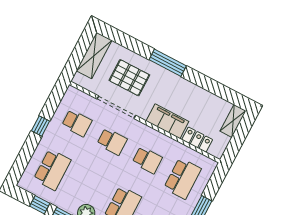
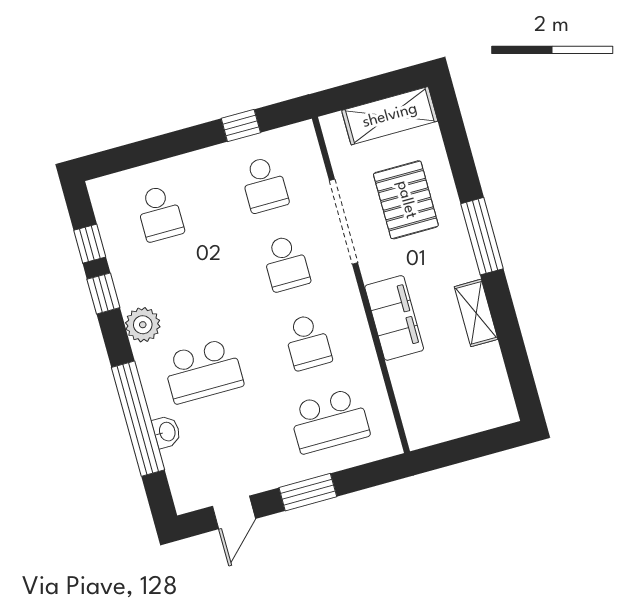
shelving: (233, 121) -> (476, 313), moved, turned 90
window: (41, 126) -> (241, 126), moved
locker: (197, 140) -> (408, 388), removed
school desk: (52, 170) -> (160, 213), width x0.54

